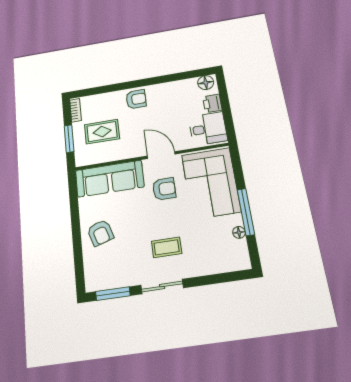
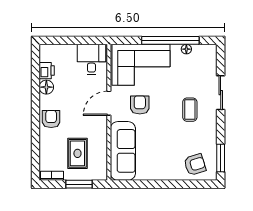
floor lamp: (206, 83) -> (46, 87), moved
printer: (212, 103) -> (47, 71), moved, turned -90
window: (246, 212) -> (170, 40), width x1.46
armchair: (100, 233) -> (195, 165), moved
sliding door: (162, 287) -> (221, 93), moved

